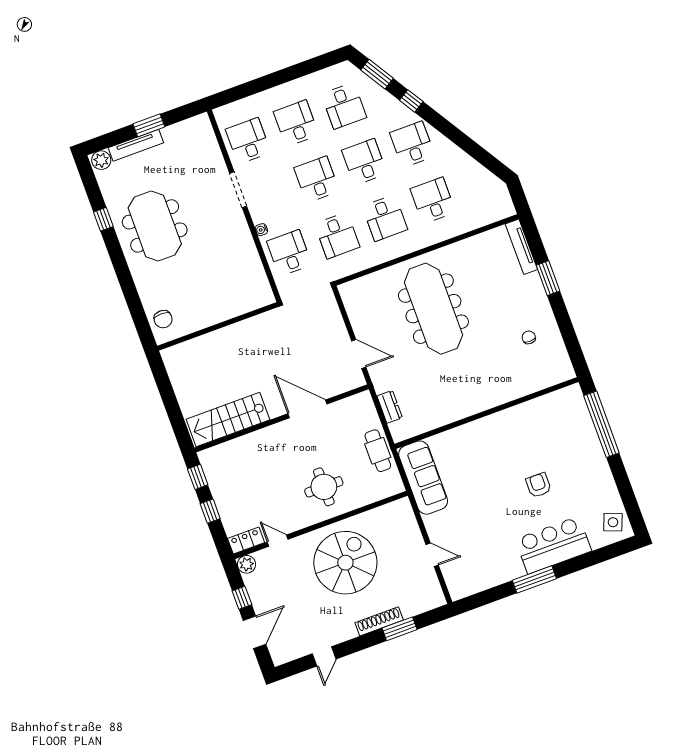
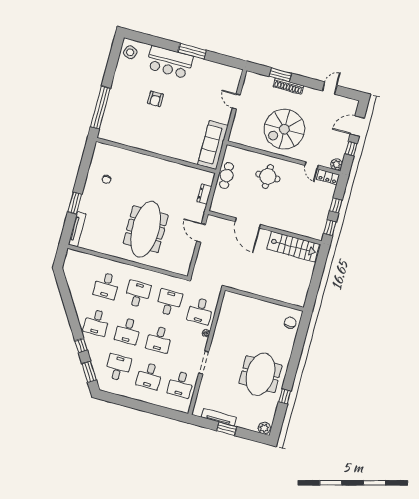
tv unit: (136, 145) -> (219, 417), moved

